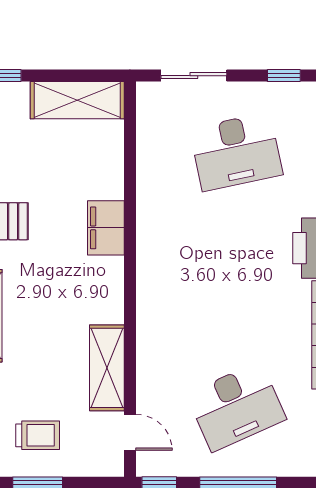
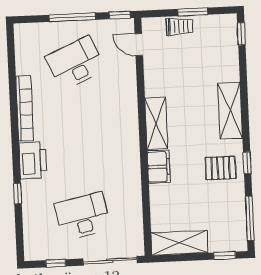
sliding door: (194, 76) -> (110, 261), width x1.37
shelving: (107, 368) -> (156, 123), moved
trolley: (38, 435) -> (179, 27), moved, turned 180

